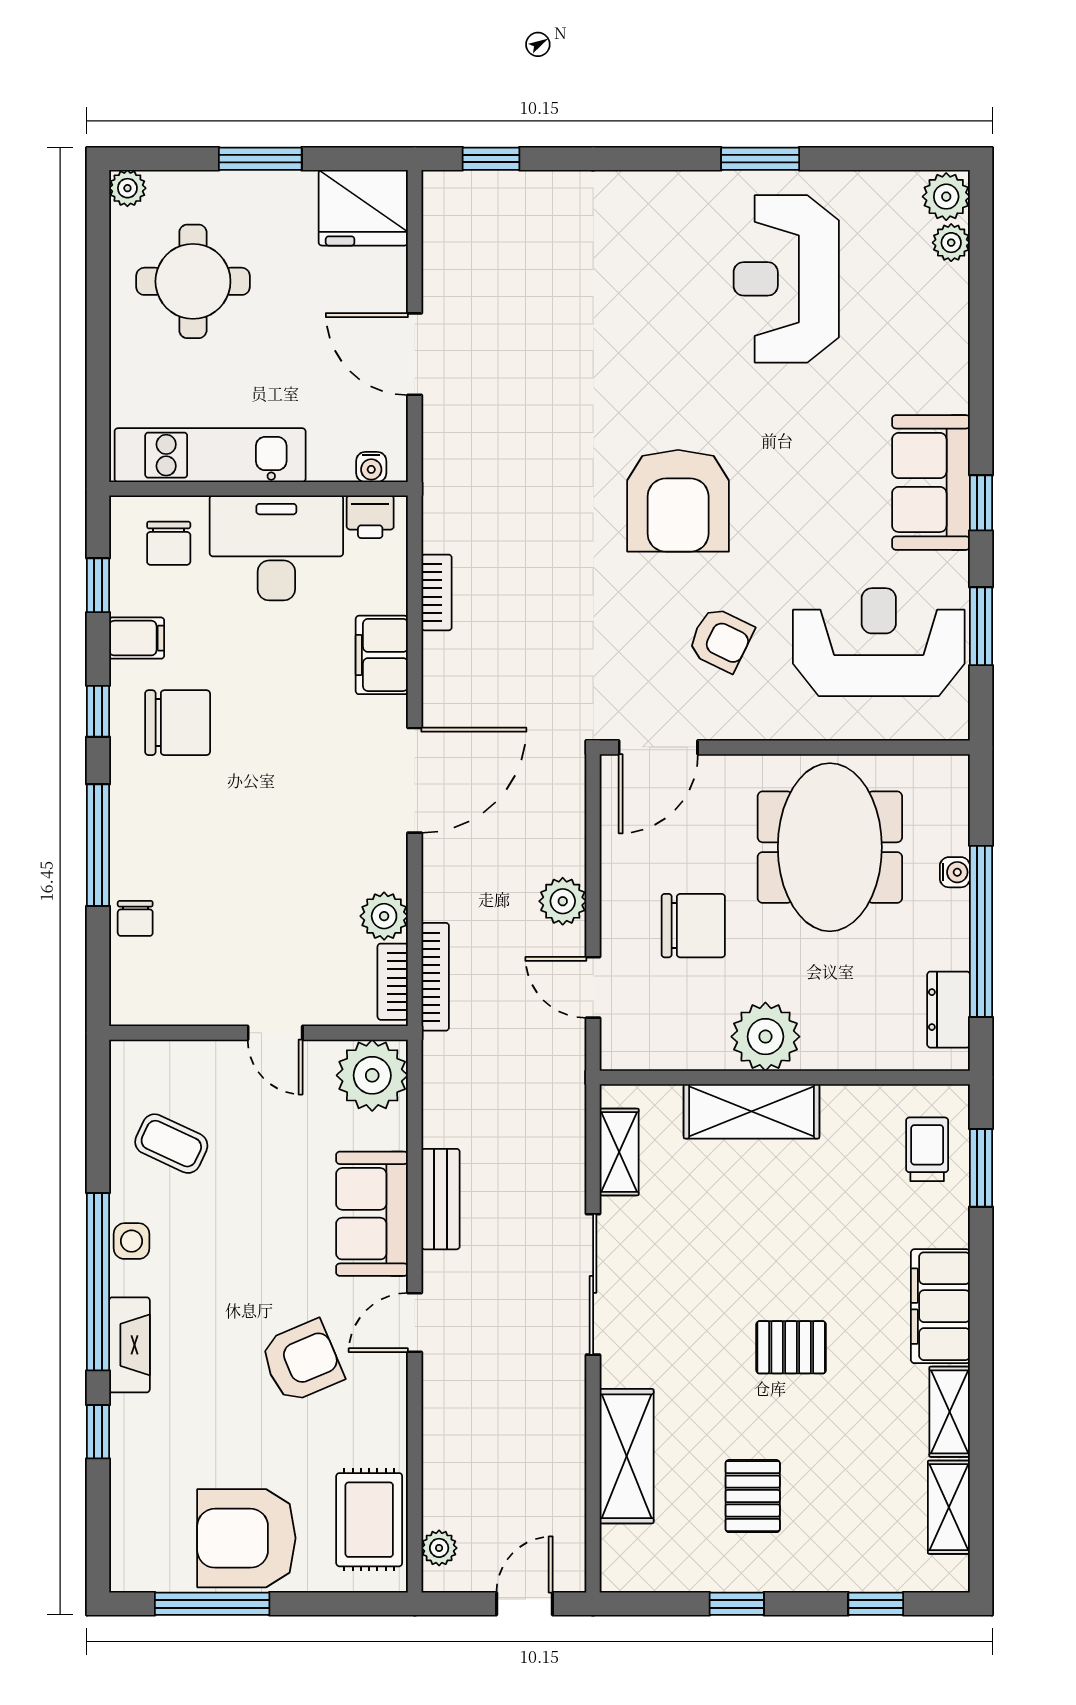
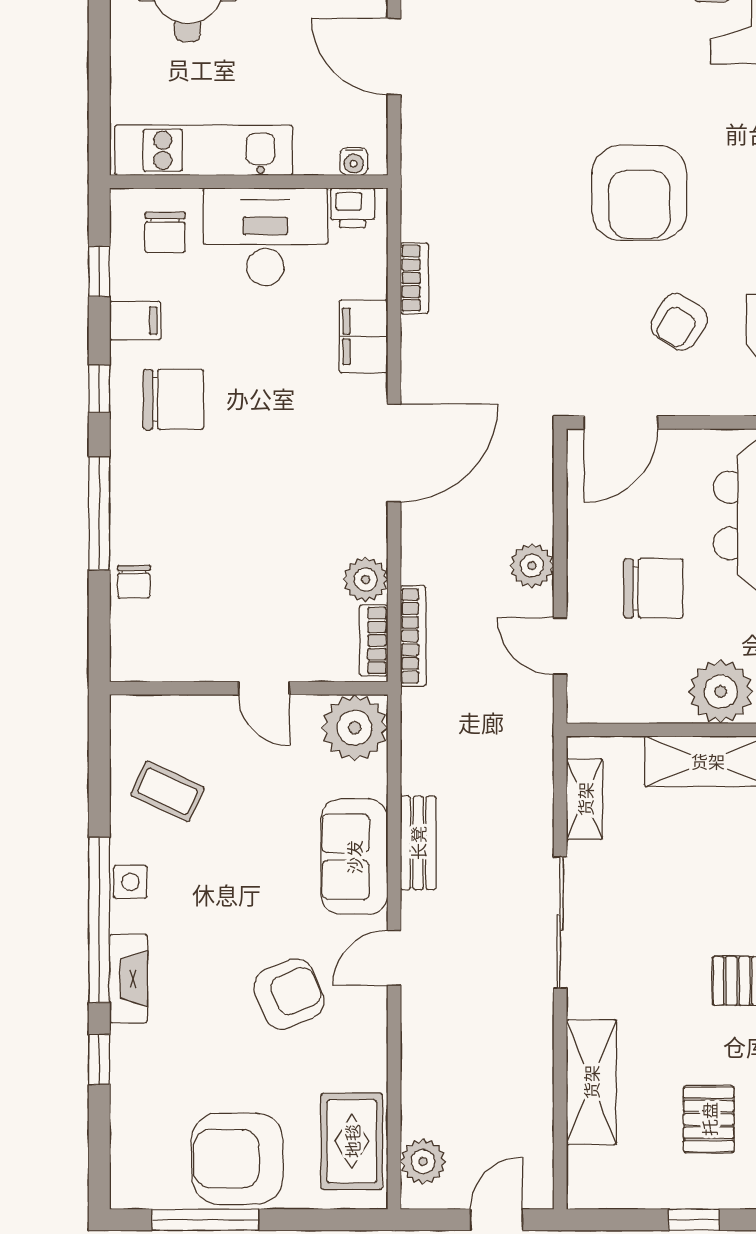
armchair: (721, 640) -> (679, 322), turned 96
plant: (439, 1548) -> (423, 1162), width x1.38, depth x1.38

